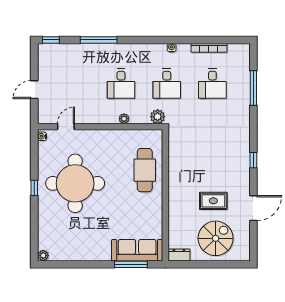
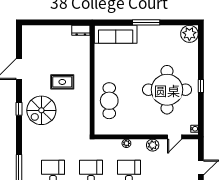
plant: (158, 117) -> (153, 145), moved
rug: (213, 201) -> (62, 82), moved
spiral stairs: (216, 238) -> (41, 110), moved
plant: (43, 255) -> (189, 34), width x1.88, depth x1.88
window: (131, 264) -> (146, 22), moved

